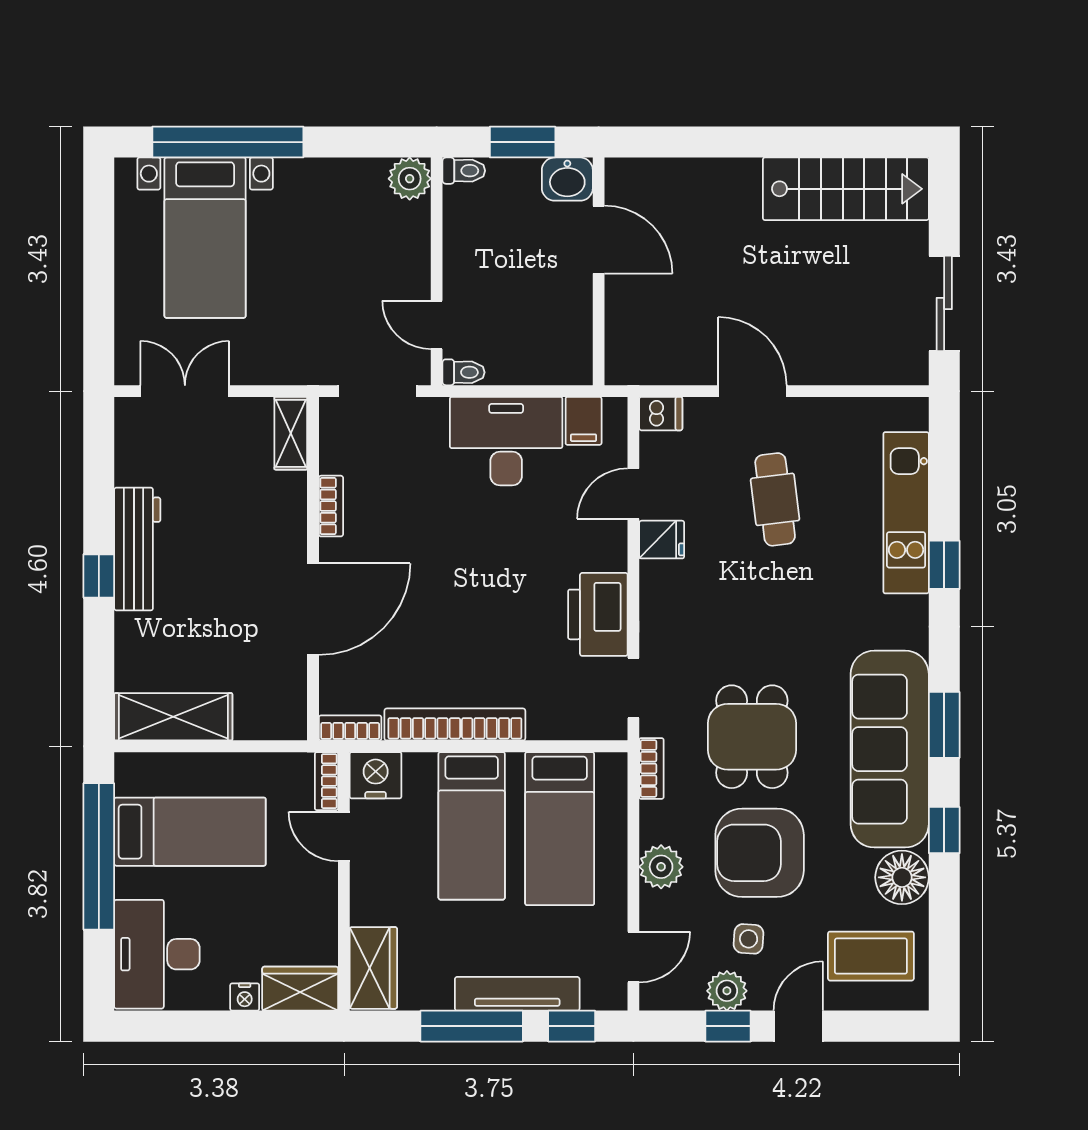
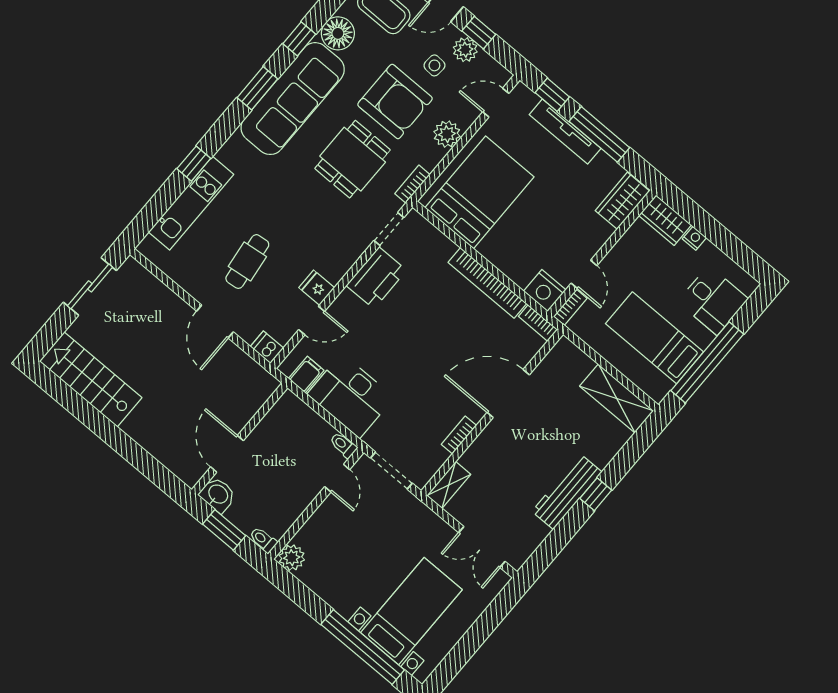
bed: (472, 826) -> (520, 229), removed
bed: (560, 829) -> (479, 192), width x1.50
desk: (157, 954) -> (713, 300), width x0.73

